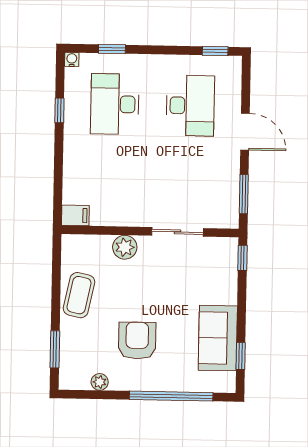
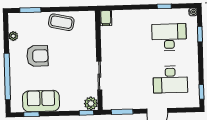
plant: (125, 247) -> (91, 103), moved

